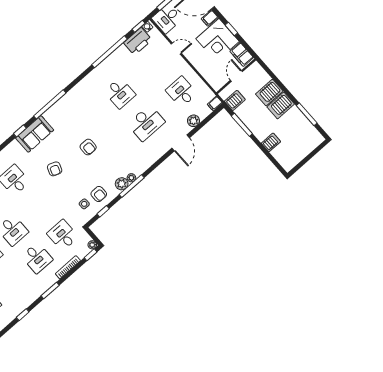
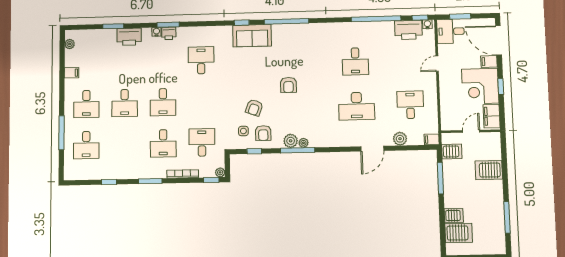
door: (176, 49) -> (437, 64), swing flipped
server rack: (281, 106) -> (459, 233), moved, turned 180
armchair: (55, 169) -> (254, 108), moved

